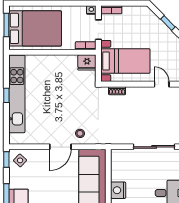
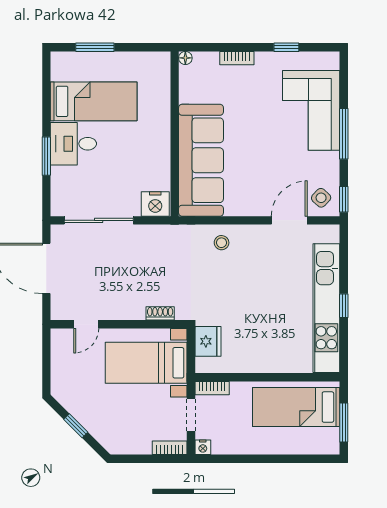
bed: (35, 28) -> (296, 407), width x0.67
fridge: (87, 62) -> (208, 341), moved, turned 90
door: (162, 84) -> (86, 324), hinge flipped
door: (60, 147) -> (289, 220), moved
nightstand: (118, 190) -> (155, 204), moved, turned 90

